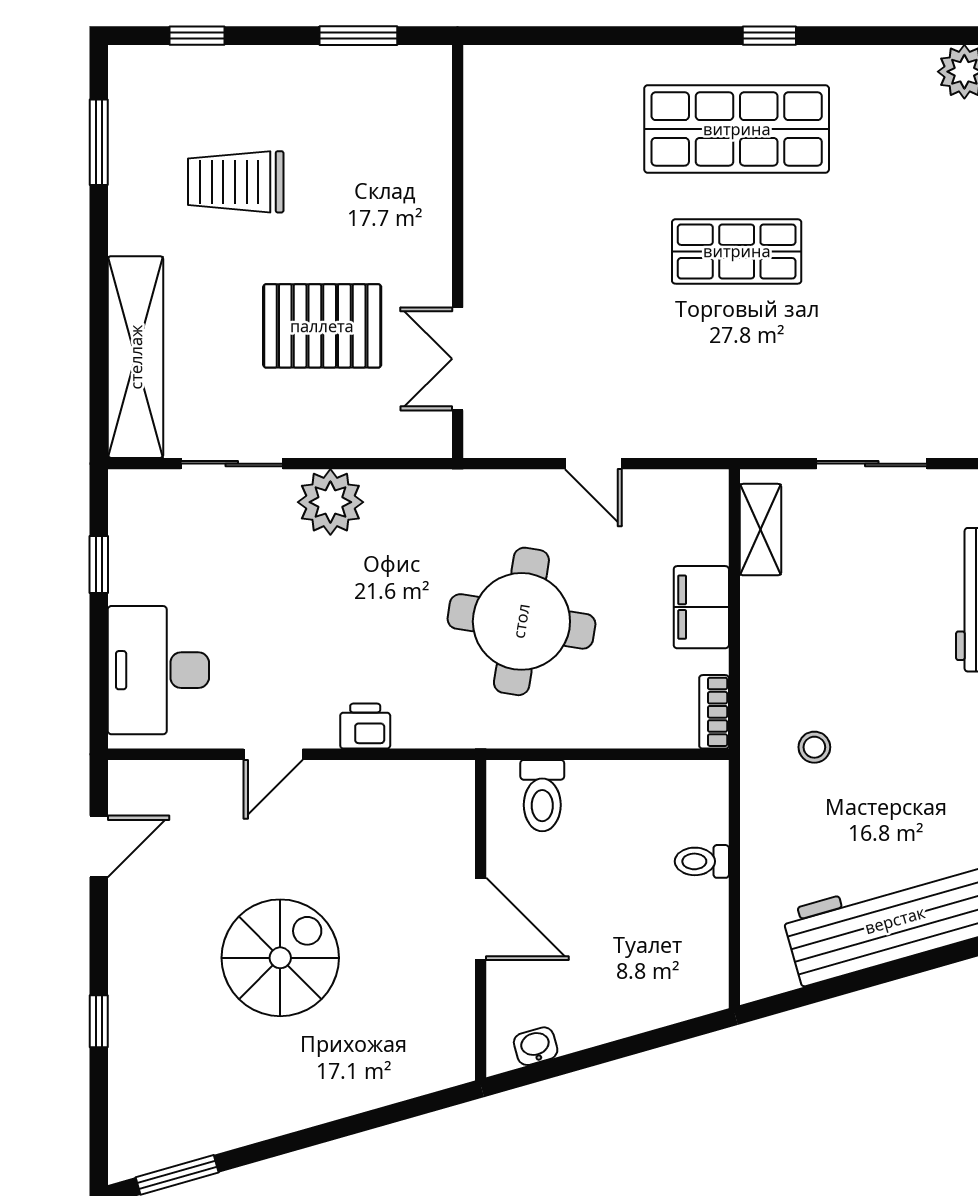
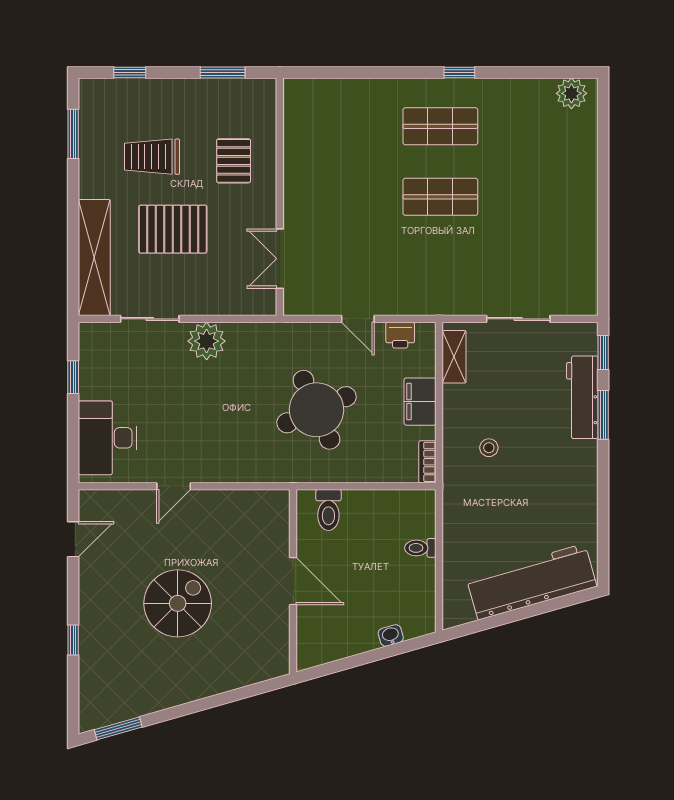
shop shelf: (737, 129) -> (440, 126), width x0.70, depth x0.74
pallet: (377, 189) -> (234, 161), added
pallet: (322, 326) -> (173, 229), moved
round table: (521, 621) -> (317, 410), turned -33
printer: (365, 726) -> (400, 335), moved, turned 180
stool: (814, 747) -> (489, 448), moved
washbasin: (536, 1046) -> (391, 635), moved

